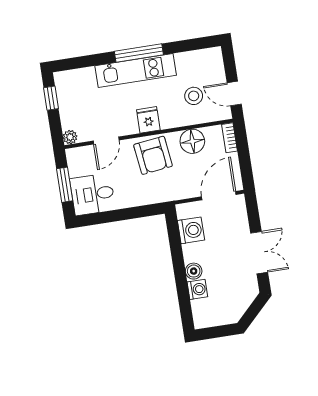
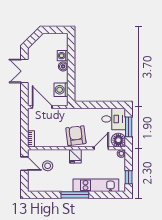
kitchen unit: (136, 71) -> (96, 185), moved
floor lamp: (192, 141) -> (118, 140), moved
door: (219, 196) -> (42, 107), swing flipped

